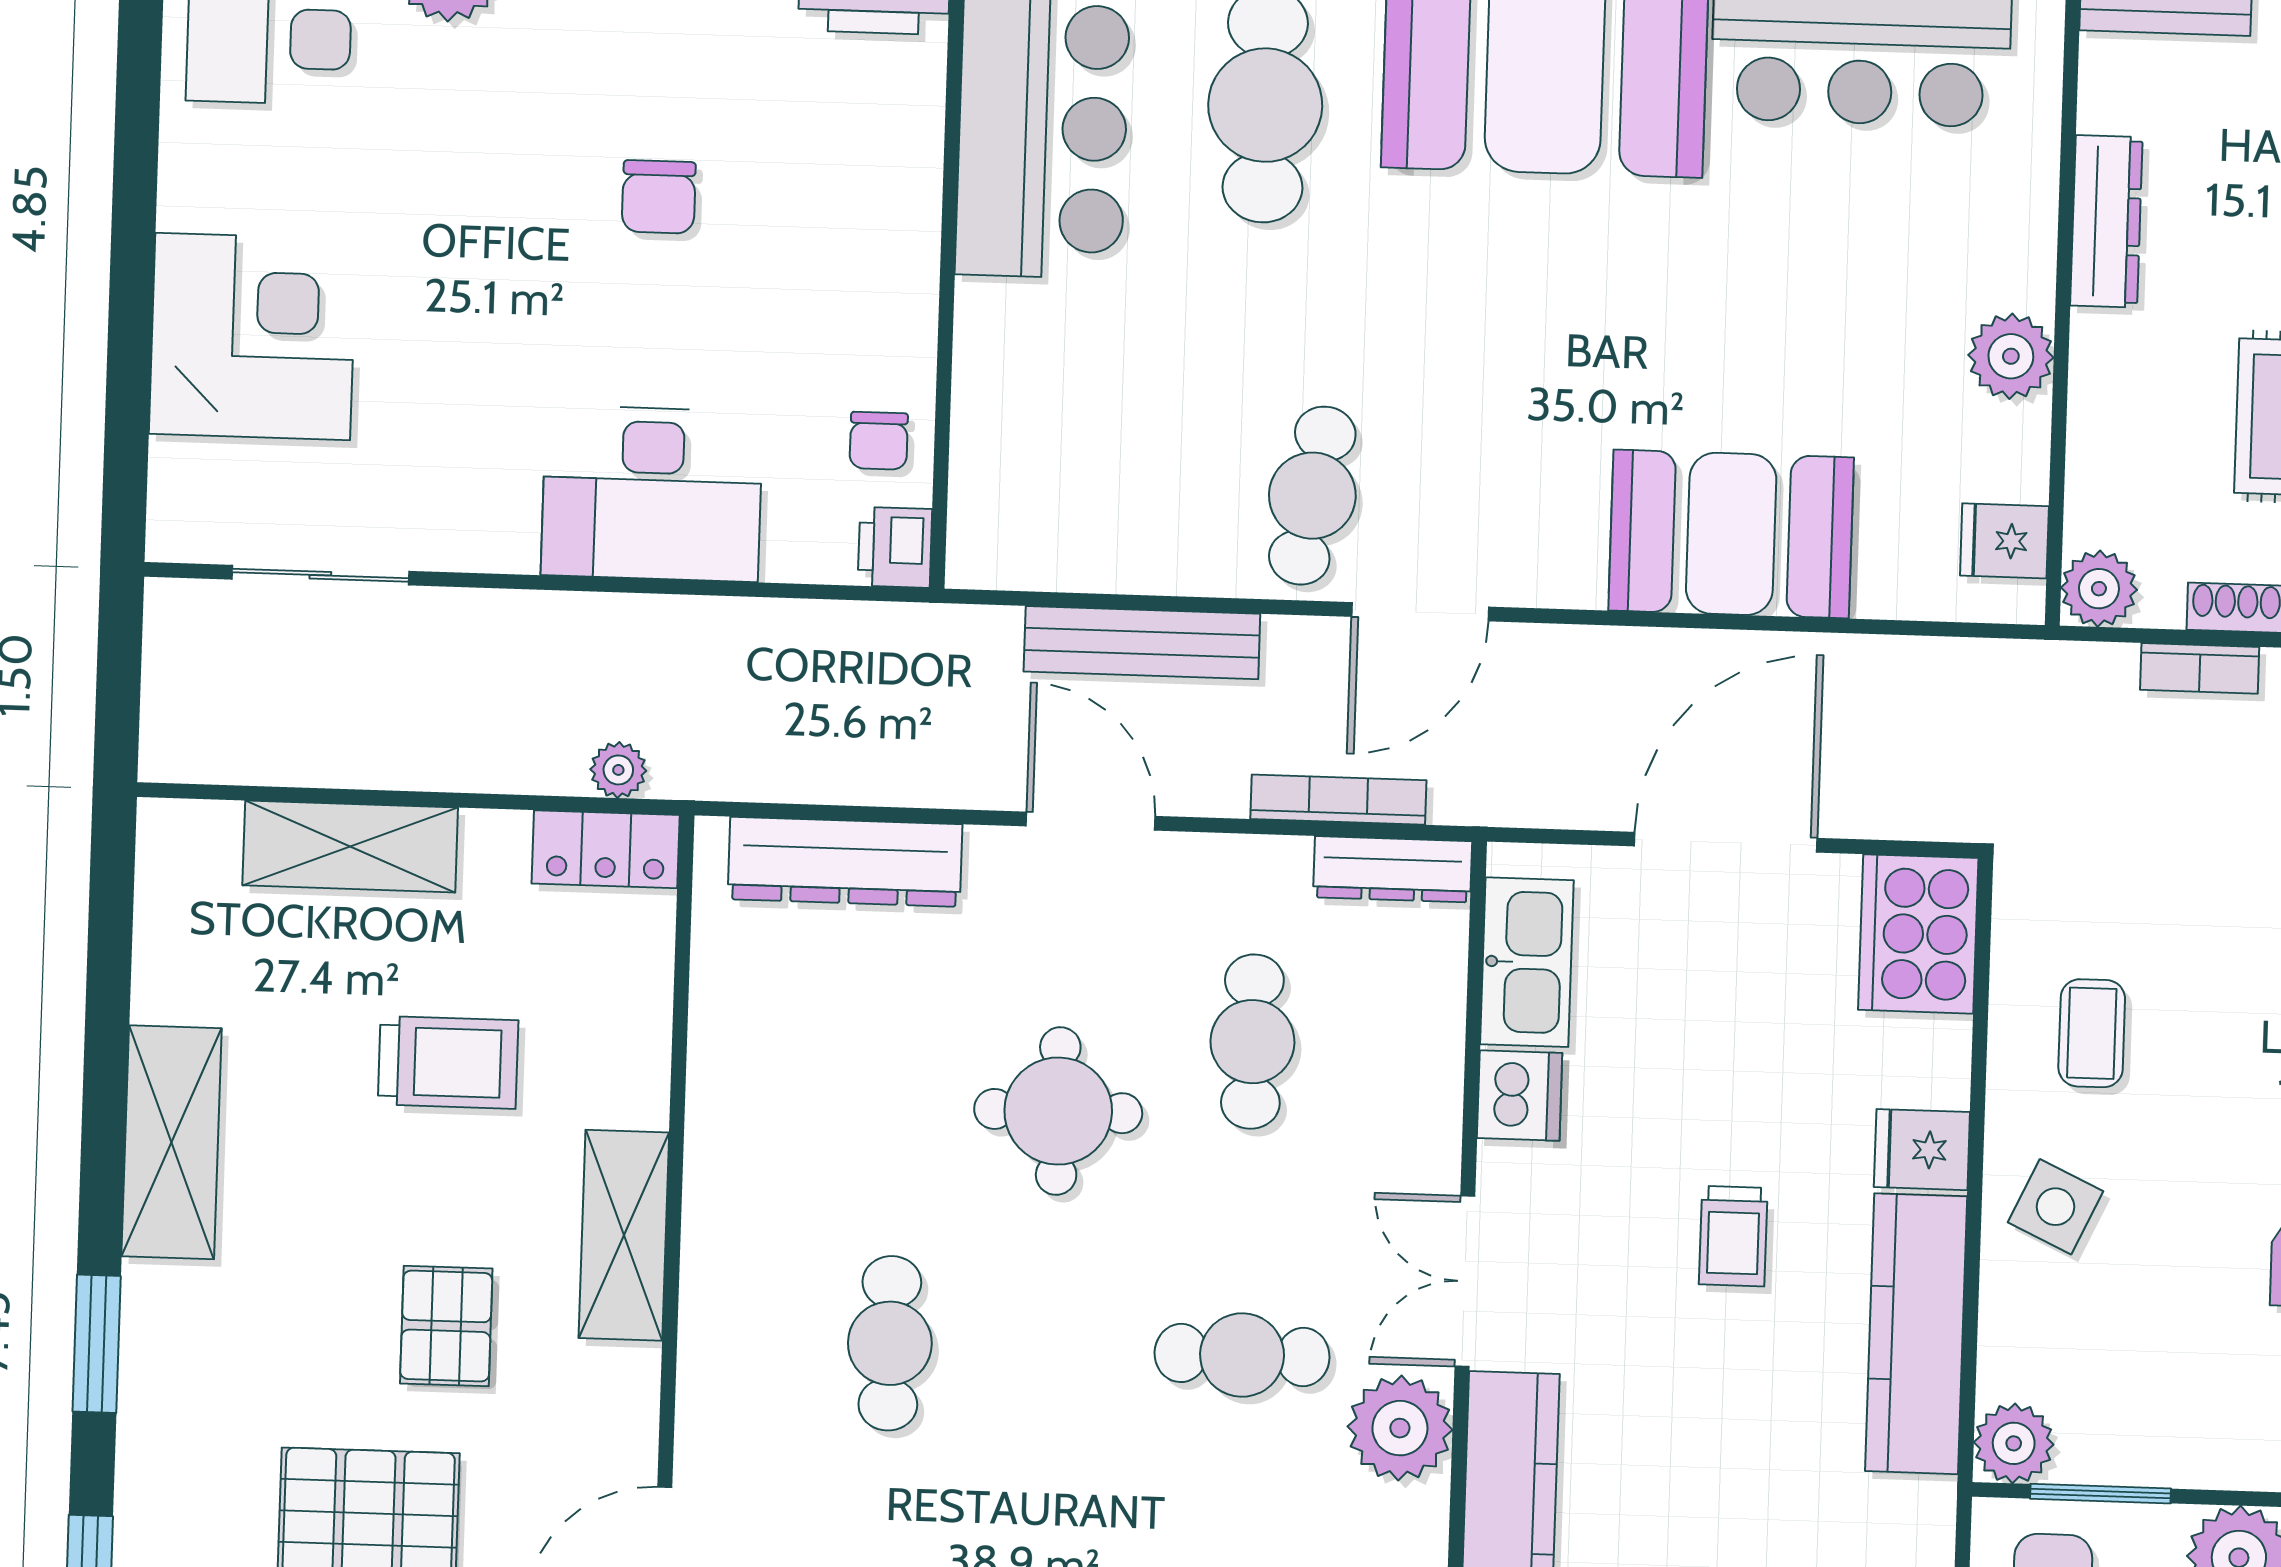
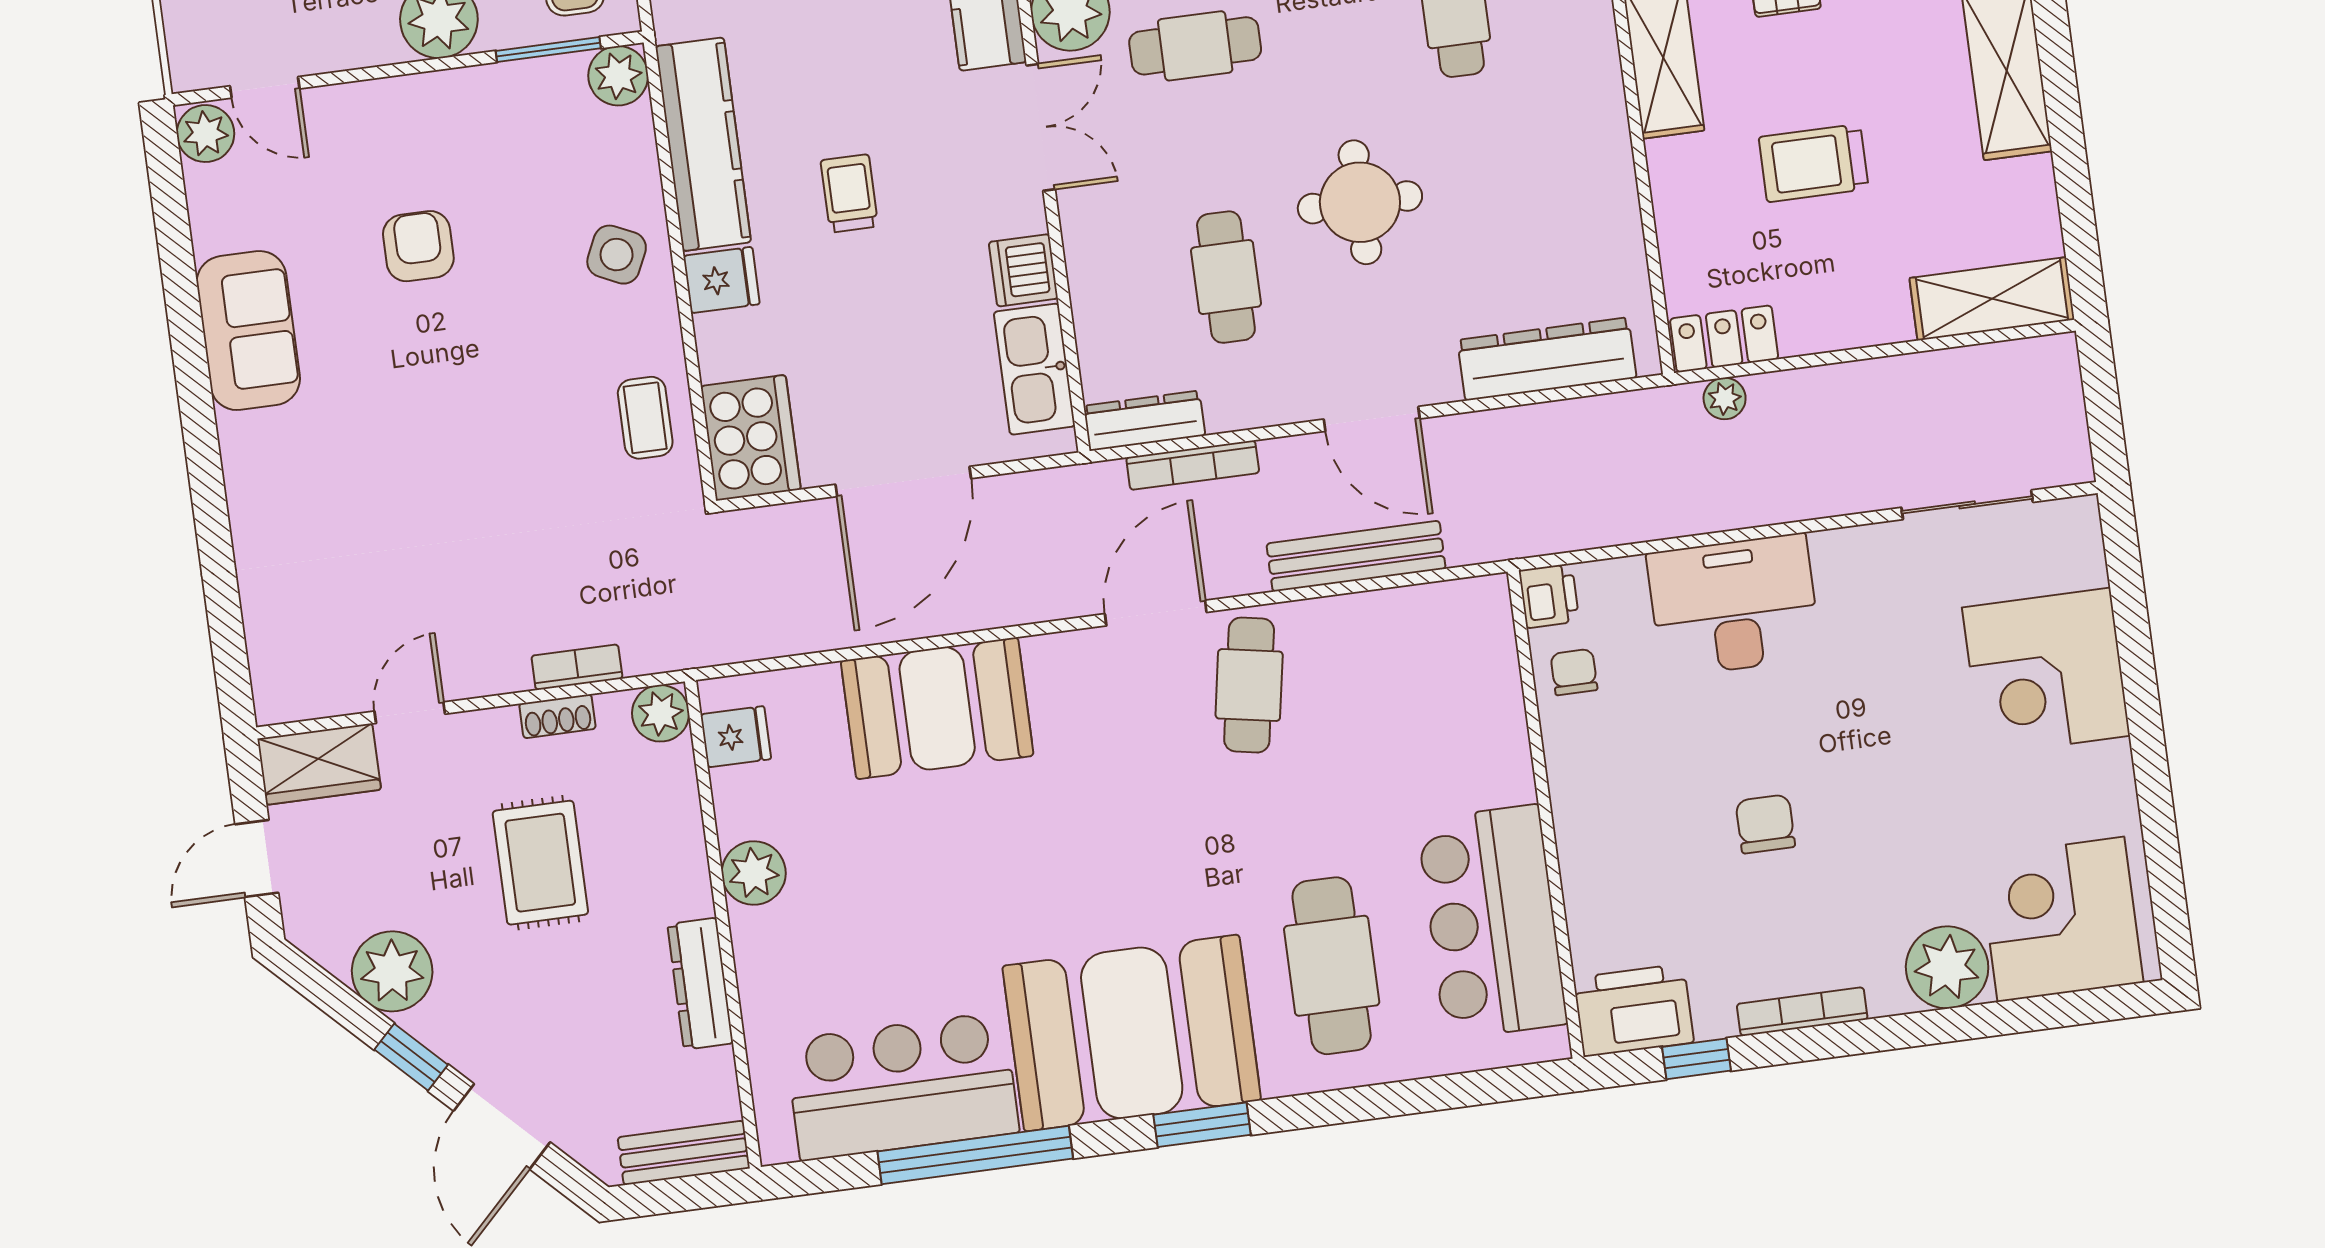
shelving: (350, 846) -> (1992, 299), moved
coffee table: (2092, 1033) -> (645, 418), moved

